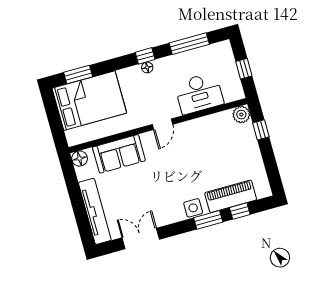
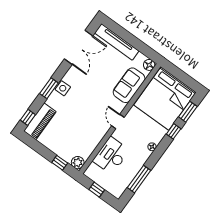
window: (145, 56) -> (174, 131), moved
bed: (89, 101) -> (165, 99), width x1.36
piano: (231, 196) -> (40, 121), moved
window: (240, 211) -> (28, 117), moved
double door: (141, 239) -> (79, 47), width x1.37

